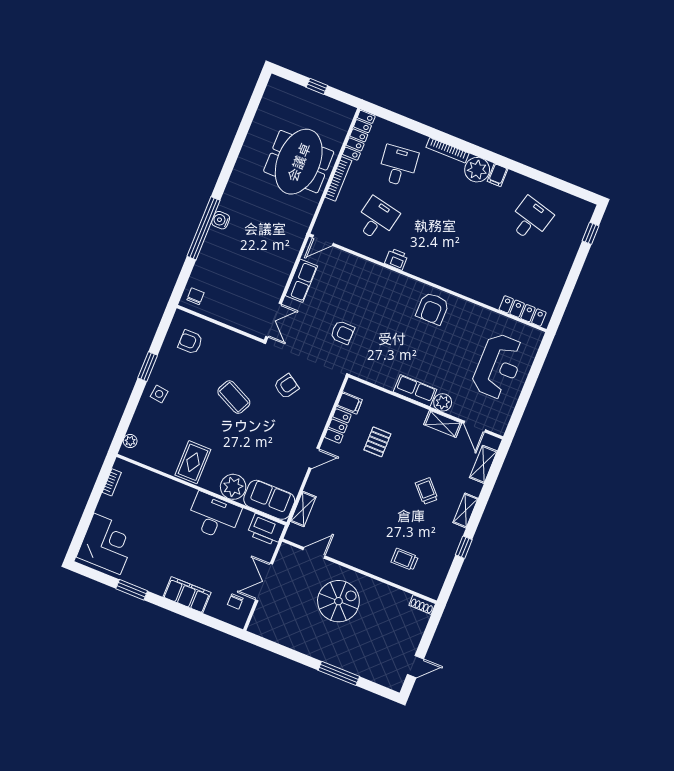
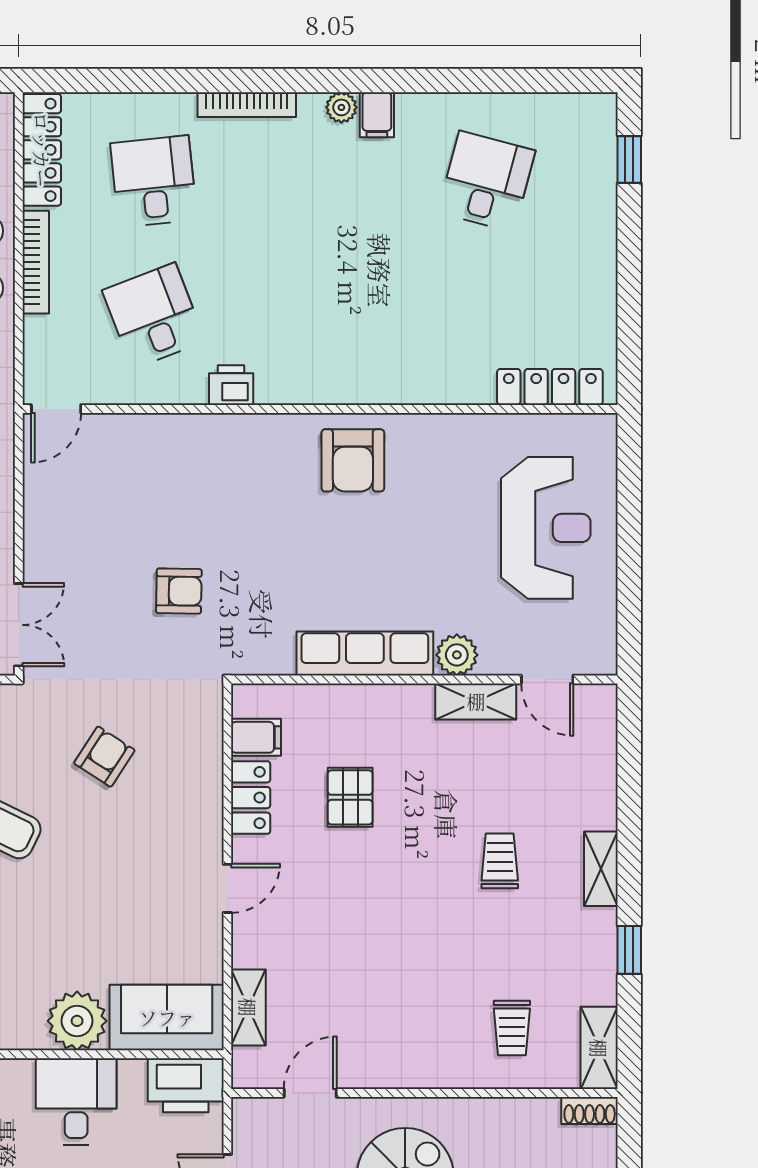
plant: (477, 170) -> (341, 107), width x0.53, depth x0.53
desk: (377, 219) -> (154, 316), turned -33
row of seats: (301, 281) -> (45, 515), removed
row of seats: (415, 391) -> (365, 653), width x1.48
shelving: (483, 464) -> (599, 1048), moved
trolley: (427, 491) -> (500, 861), turned 43
desk: (214, 516) -> (76, 1102), width x0.73
trolley: (405, 559) -> (512, 1028), turned -90

